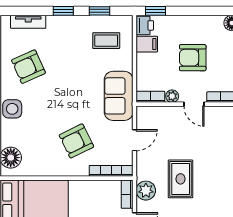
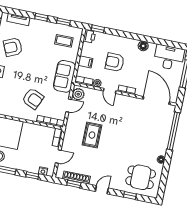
filing cabinet: (147, 44) -> (85, 62), moved
armchair: (76, 141) -> (33, 99), turned -130
plant: (146, 191) -> (78, 94), moved

